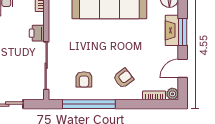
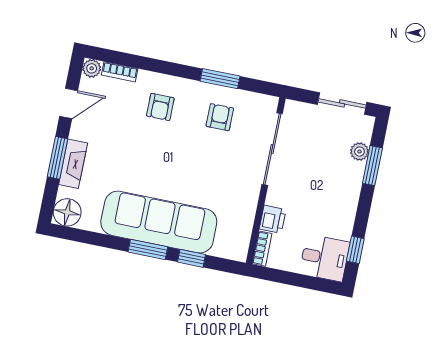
printer: (37, 33) -> (273, 219), moved
armchair: (123, 78) -> (160, 107), turned -53
window: (89, 104) -> (220, 79), width x0.47

